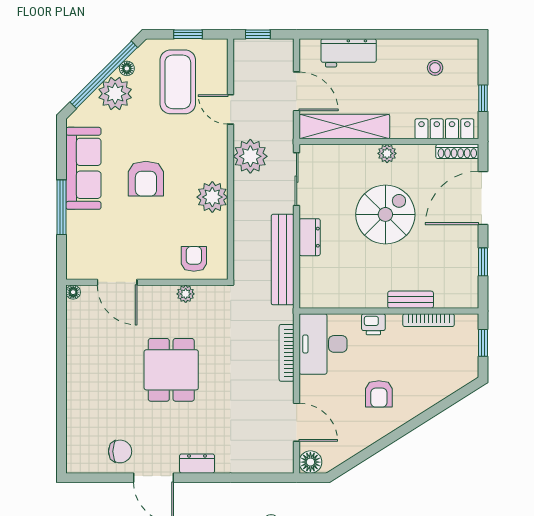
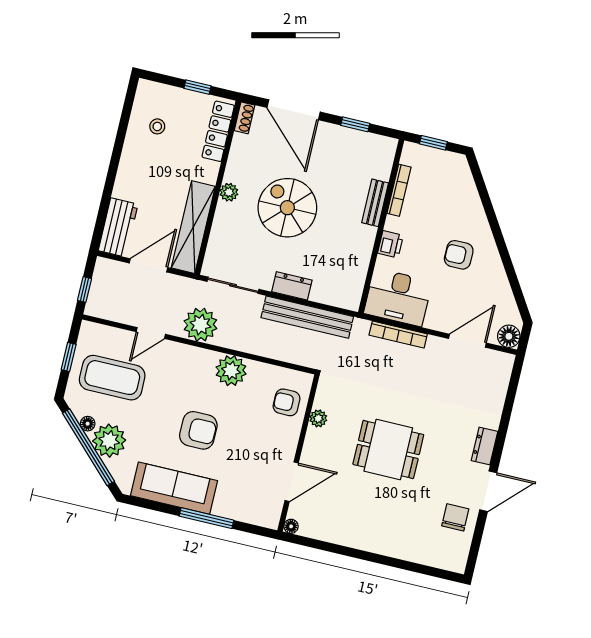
workbench: (349, 53) -> (118, 227), moved
shoe rack: (457, 151) -> (244, 118), width x0.70
armchair: (379, 394) -> (459, 255), turned 180

